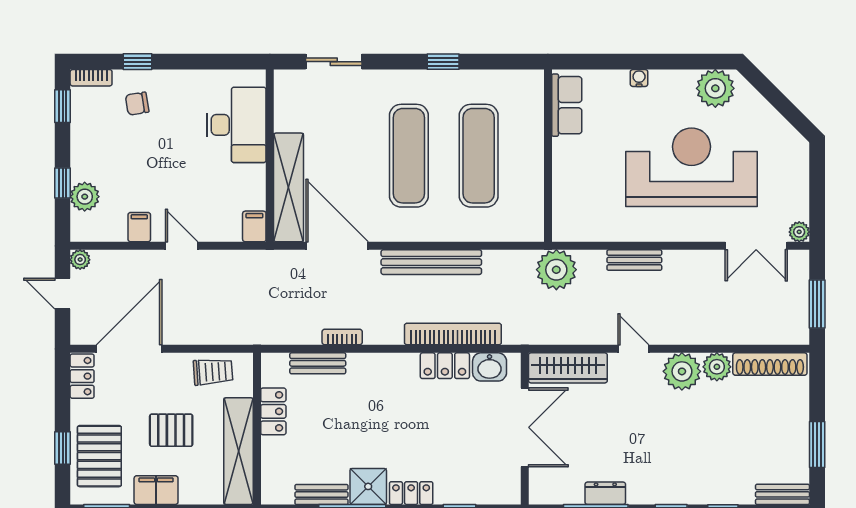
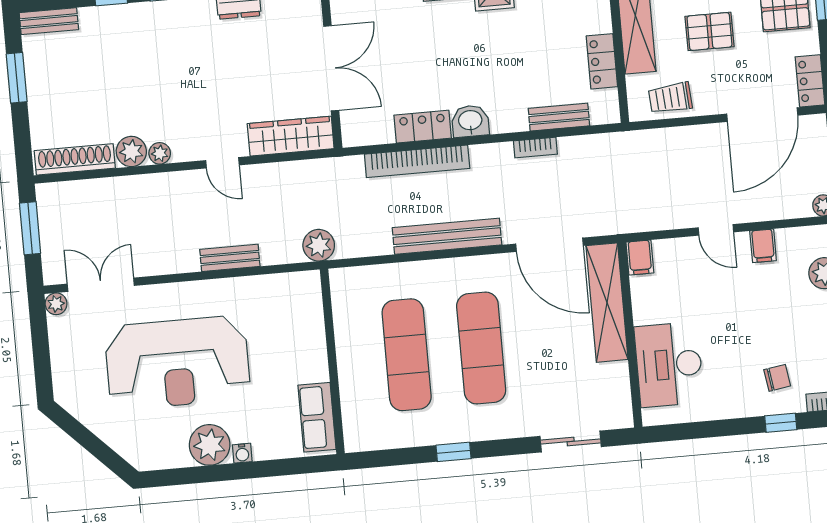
plant: (715, 88) -> (210, 445), moved
plant: (556, 270) -> (319, 245), width x0.73, depth x0.73
washbasin: (490, 367) -> (470, 121), moved
plant: (682, 371) -> (160, 153), width x0.53, depth x0.53
double door: (525, 427) -> (331, 68), swing flipped

